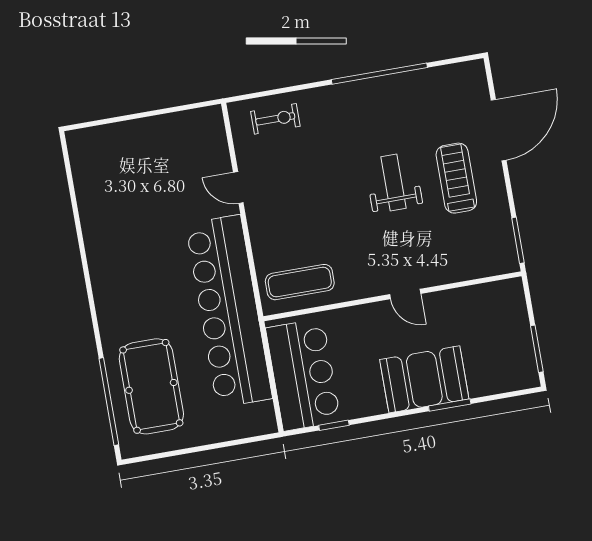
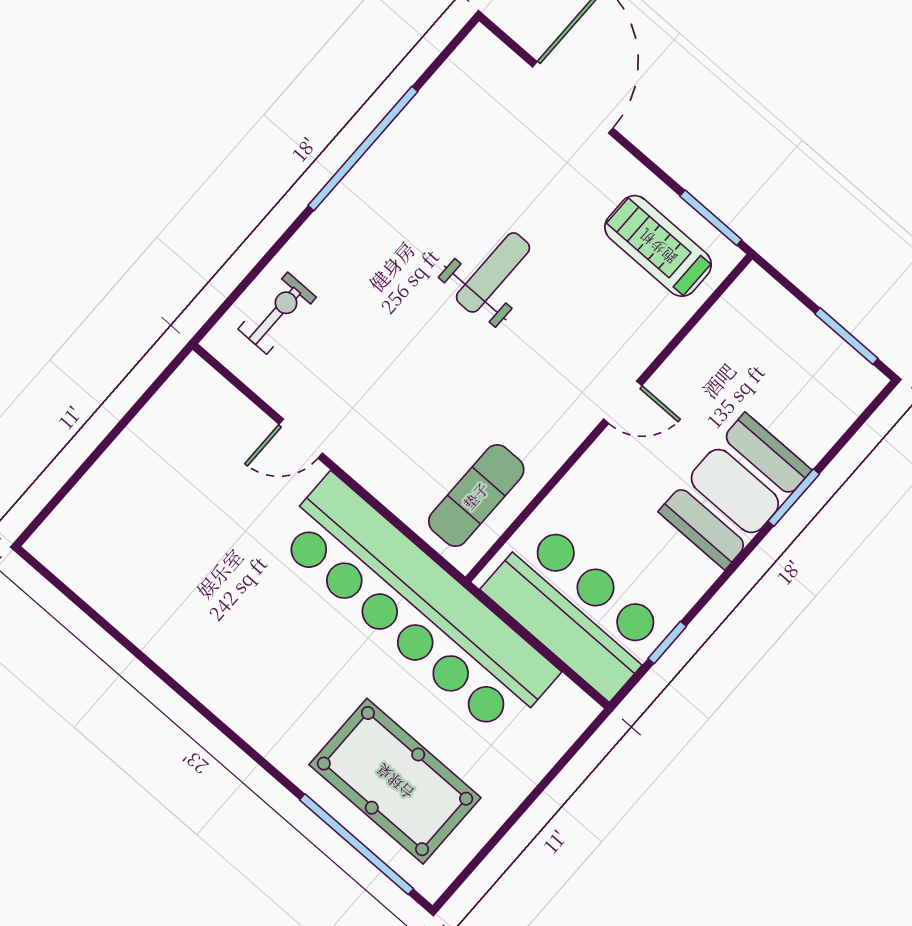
treadmill: (456, 178) -> (658, 246), moved
weight bench: (393, 183) -> (493, 272), turned 90

